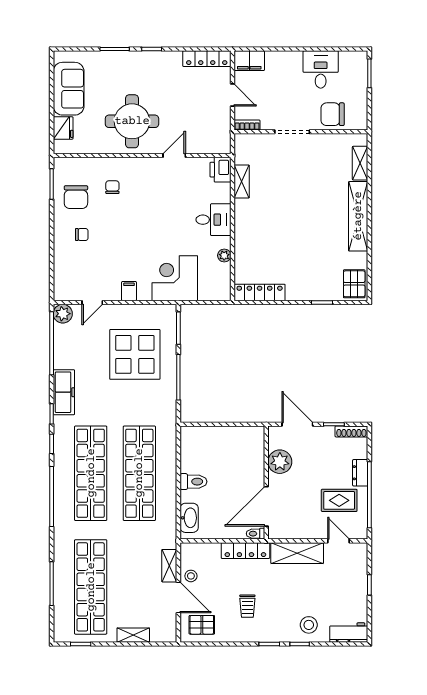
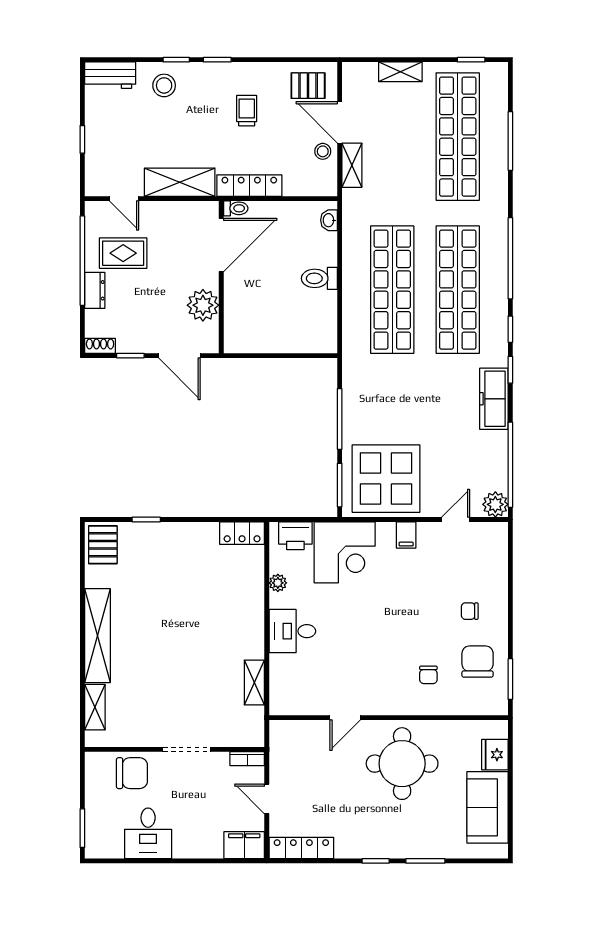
printer: (220, 170) -> (295, 536), moved, turned 90
locker: (260, 292) -> (242, 533), width x0.66
display table: (135, 354) -> (386, 479), moved
shoe rack: (351, 431) -> (100, 346), width x0.70
washbasin: (189, 518) -> (329, 220), width x0.52, depth x0.69

